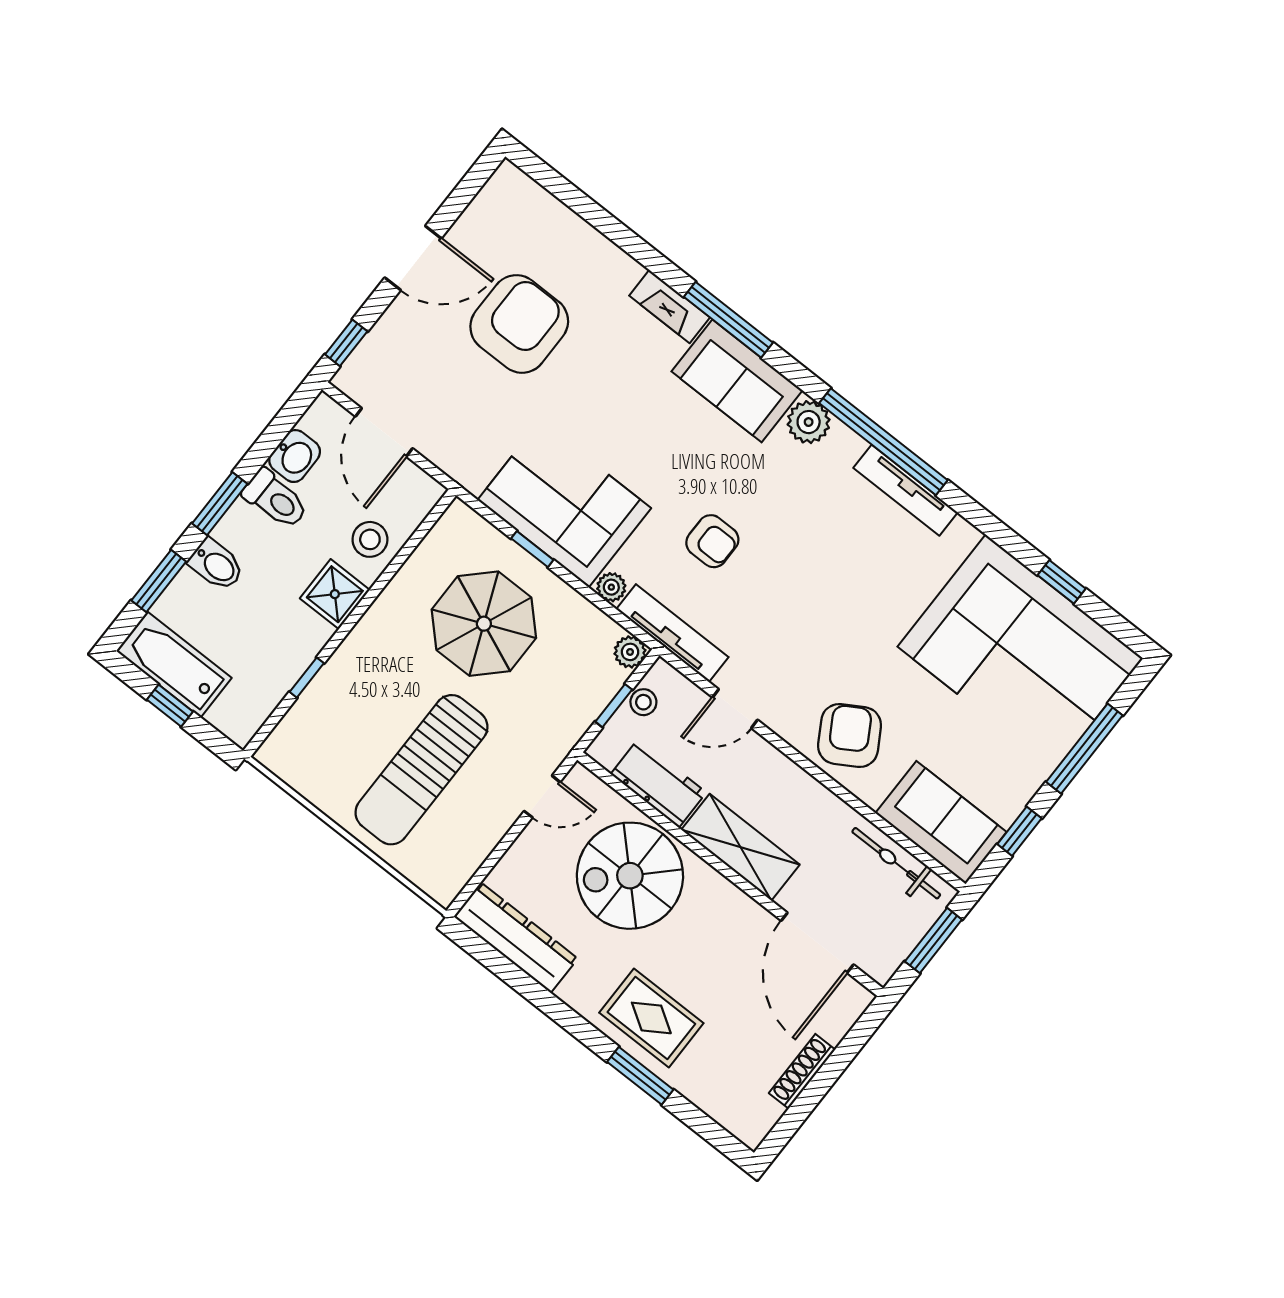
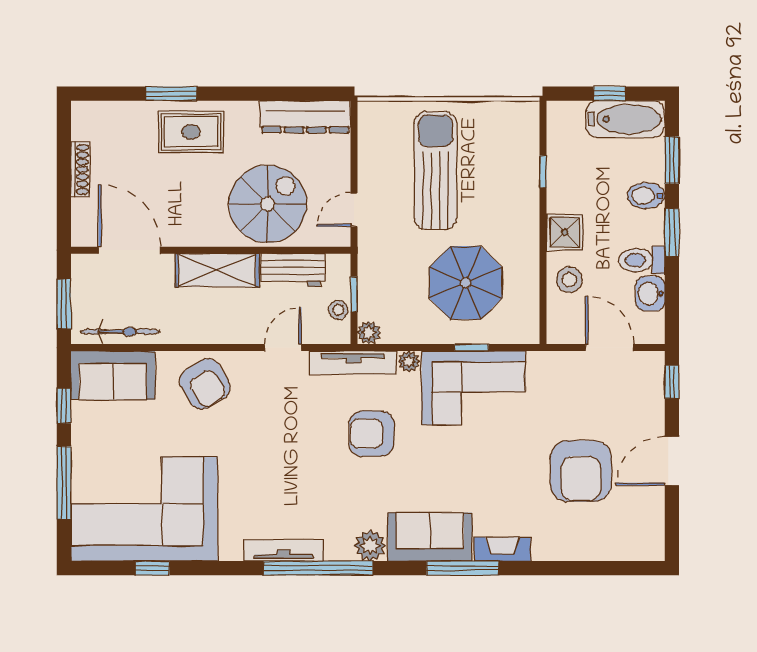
armchair: (712, 541) -> (372, 434), width x1.38, depth x1.38

